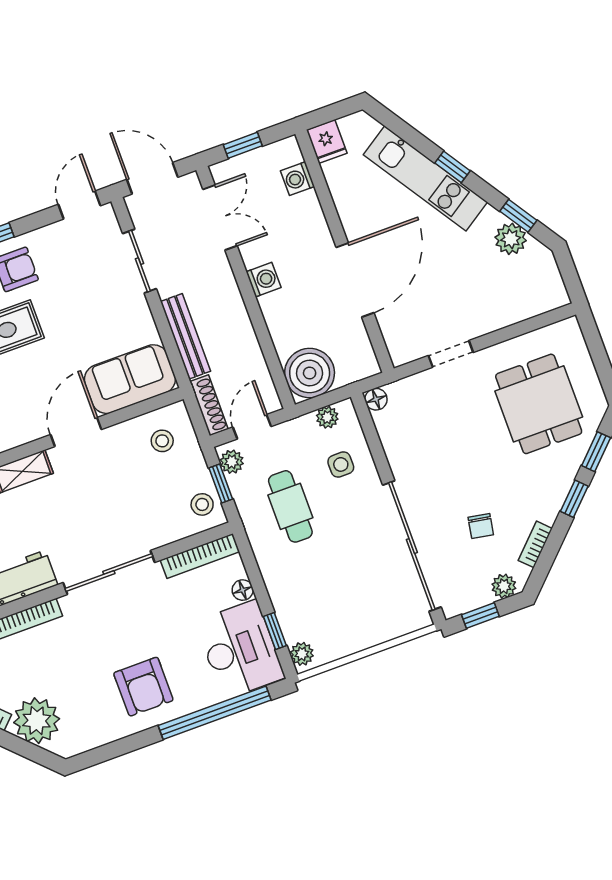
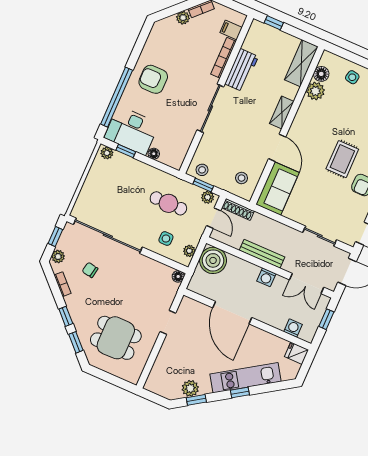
bench: (186, 336) -> (262, 254), moved
bookcase: (200, 556) -> (183, 150), removed
plant: (37, 721) -> (183, 18), width x0.53, depth x0.53

